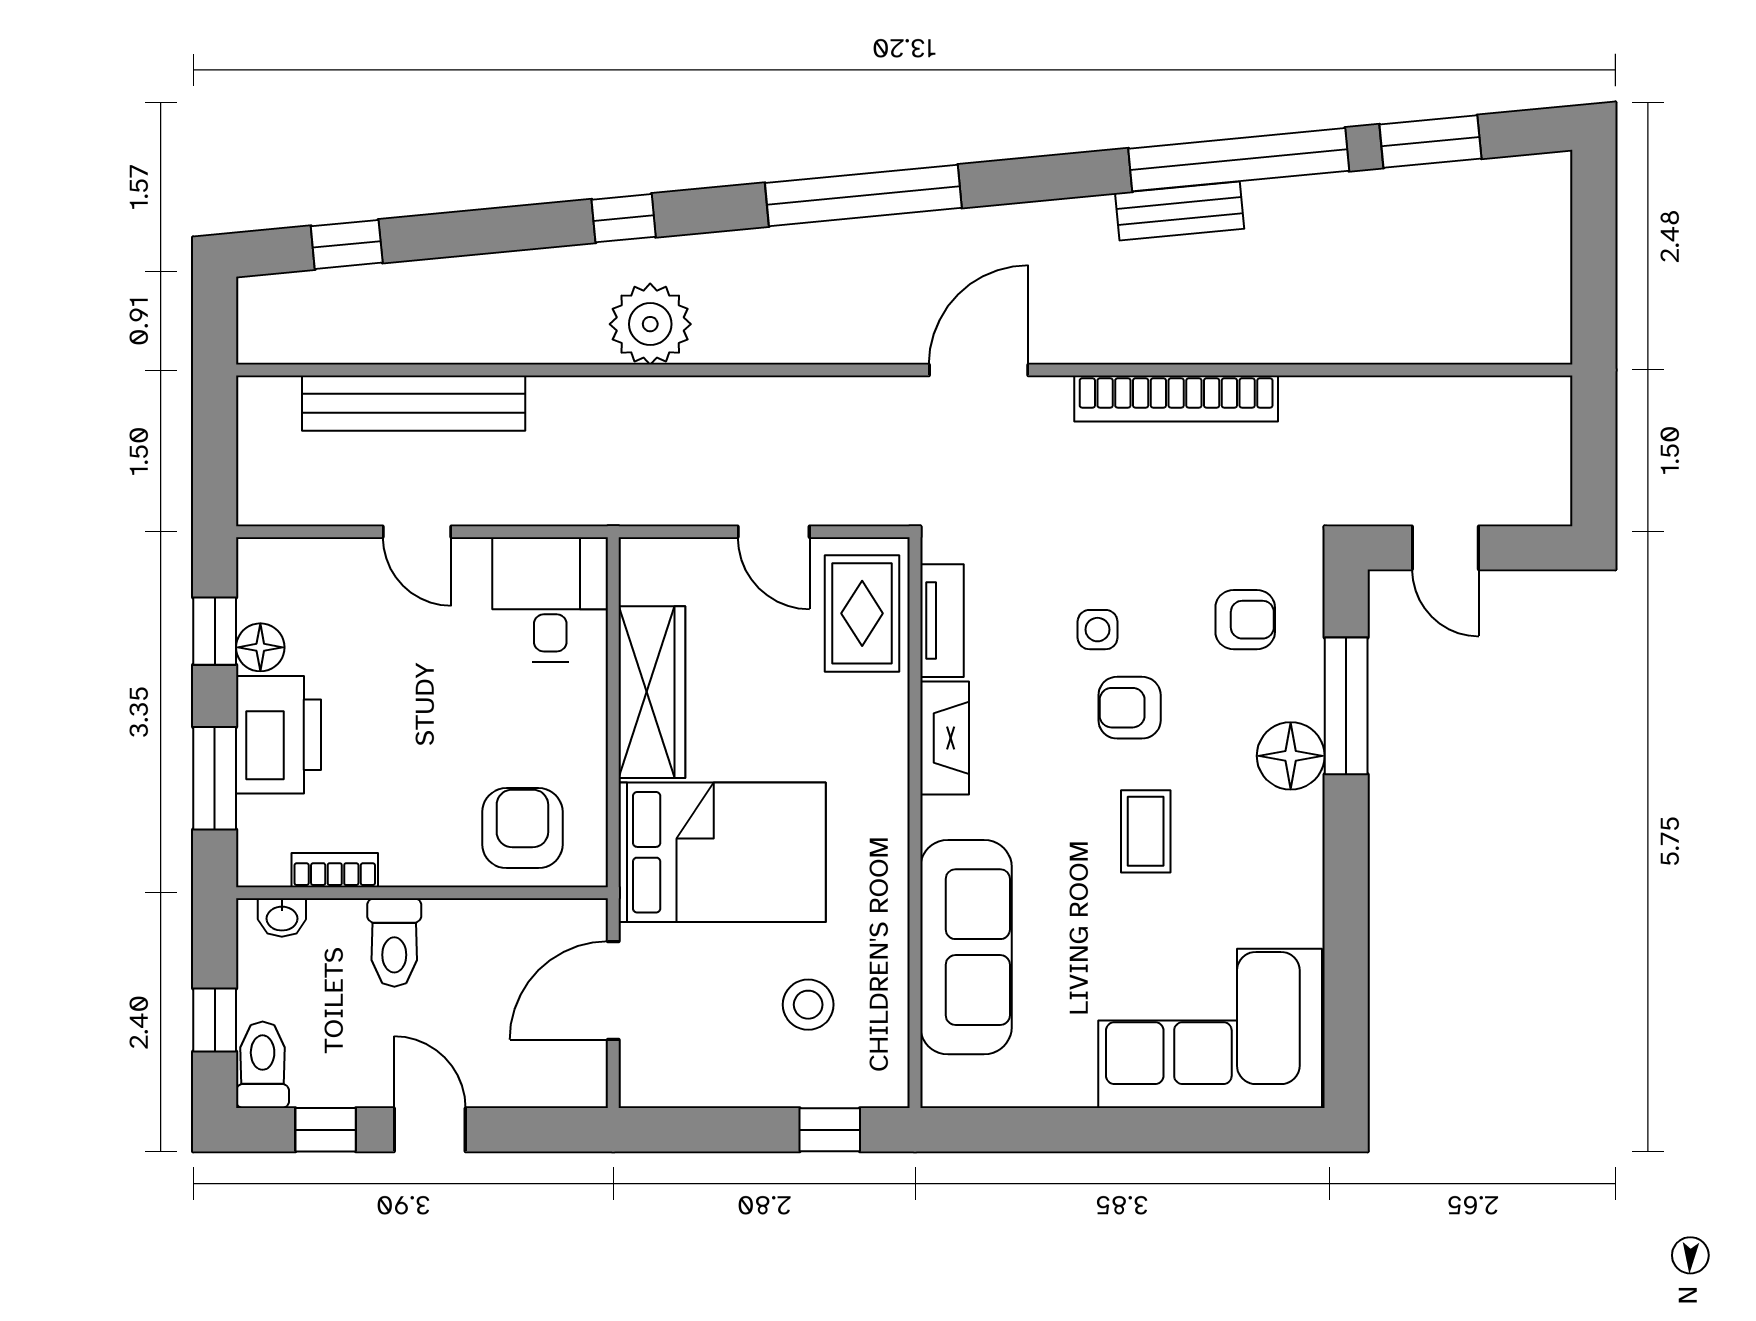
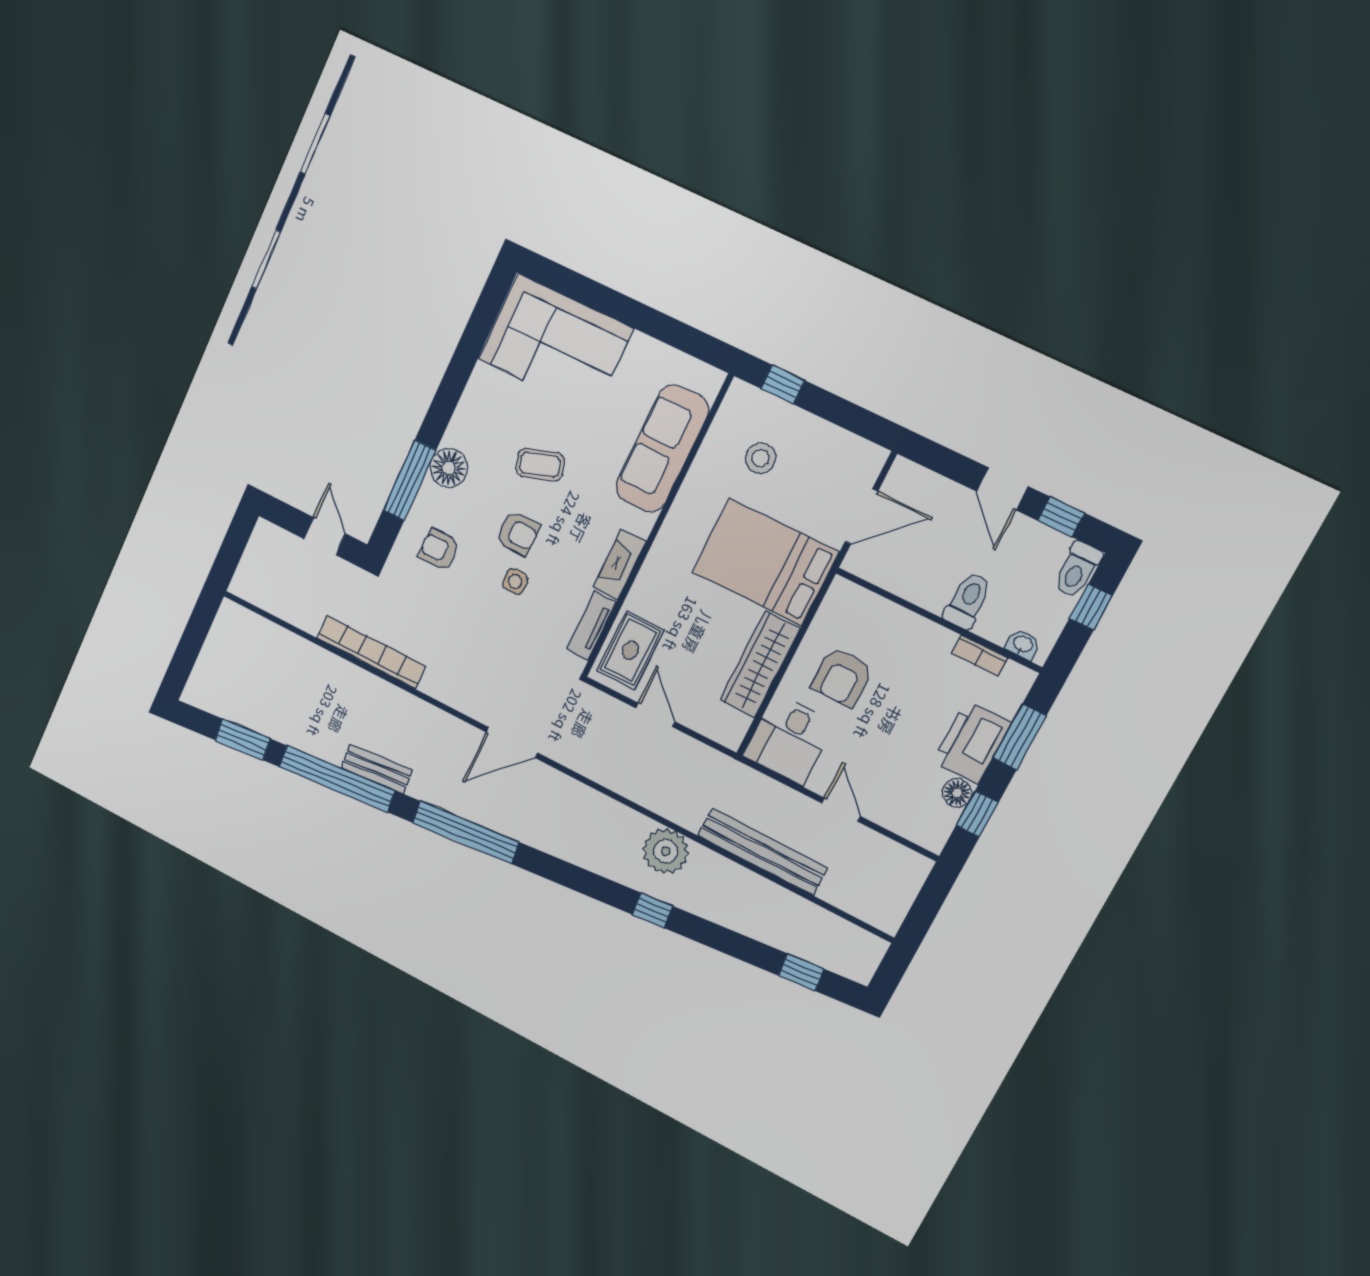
window: (863, 195) -> (466, 832), moved
bookcase: (1176, 399) -> (371, 652), moved
bench: (414, 403) -> (762, 852), moved
armchair: (522, 828) -> (842, 677), moved
coffee table: (1146, 831) -> (540, 465), turned 72

